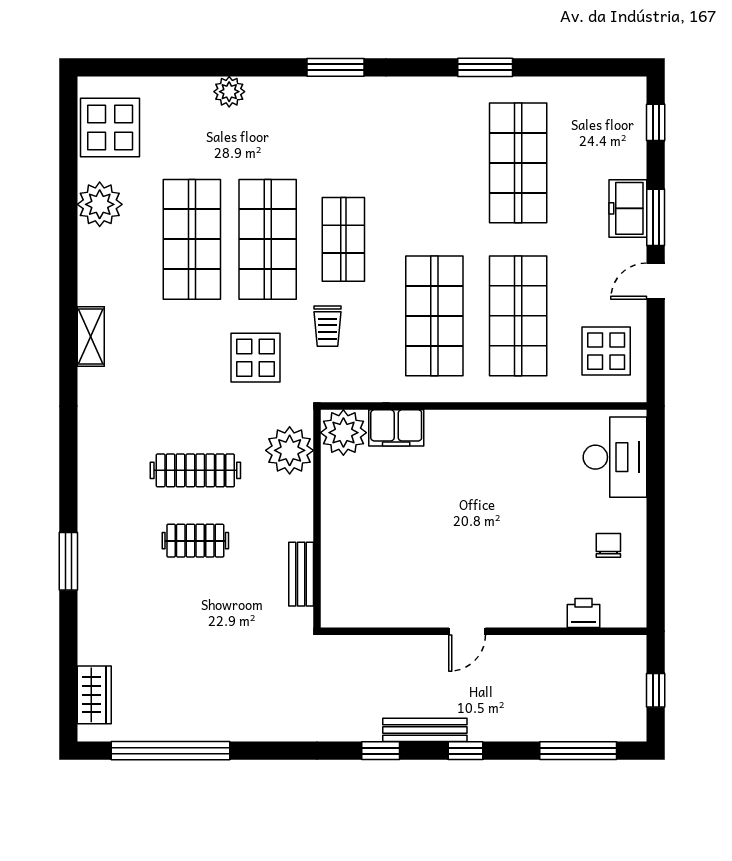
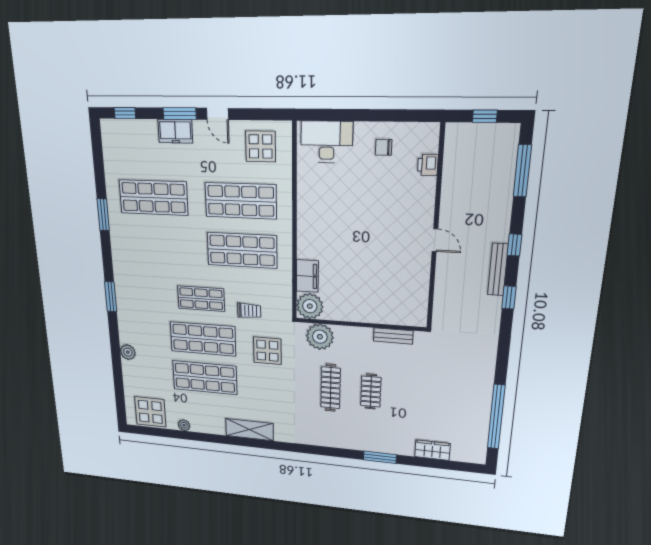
plant: (100, 204) -> (184, 425), width x0.53, depth x0.53
shelving: (91, 337) -> (249, 430), width x1.50, depth x1.33
wardrobe: (94, 695) -> (432, 450), moved

